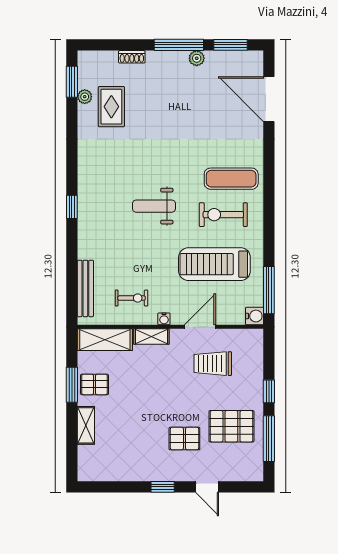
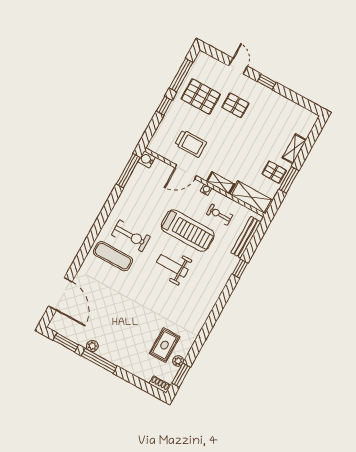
shoe rack: (132, 57) -> (160, 384), moved
weight bench: (154, 206) -> (172, 266), turned 180
window: (72, 207) -> (240, 269), moved
treadmill: (214, 264) -> (188, 231), moved

